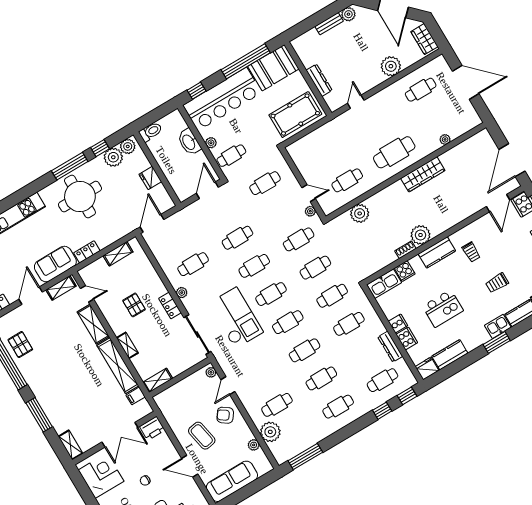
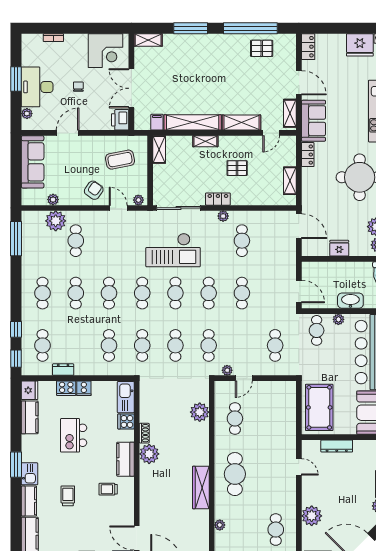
dresser: (390, 347) -> (63, 370), width x0.70
coffee table: (202, 436) -> (120, 160), moved

